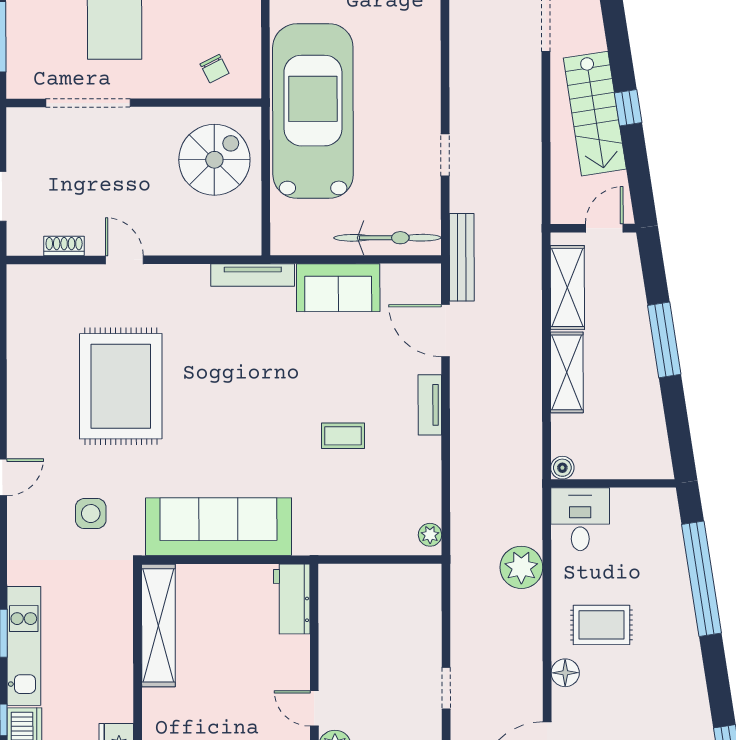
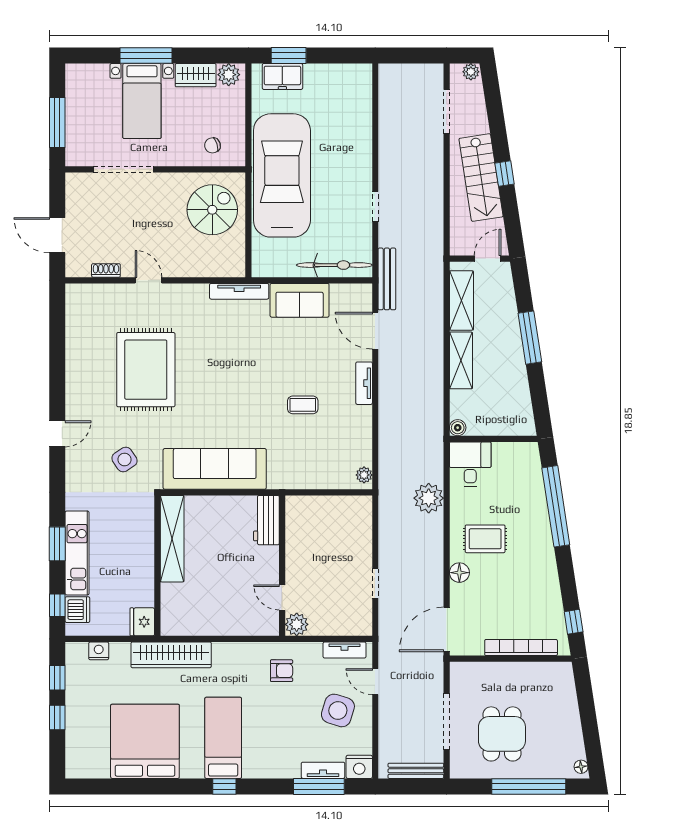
chair: (215, 69) -> (212, 145), turned 99
side table: (91, 514) -> (124, 459), turned -34

